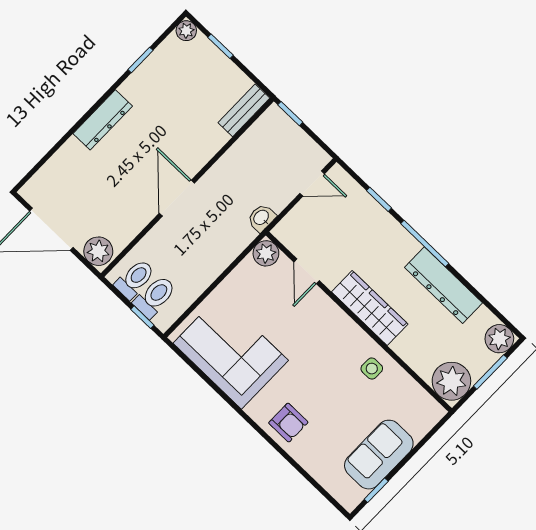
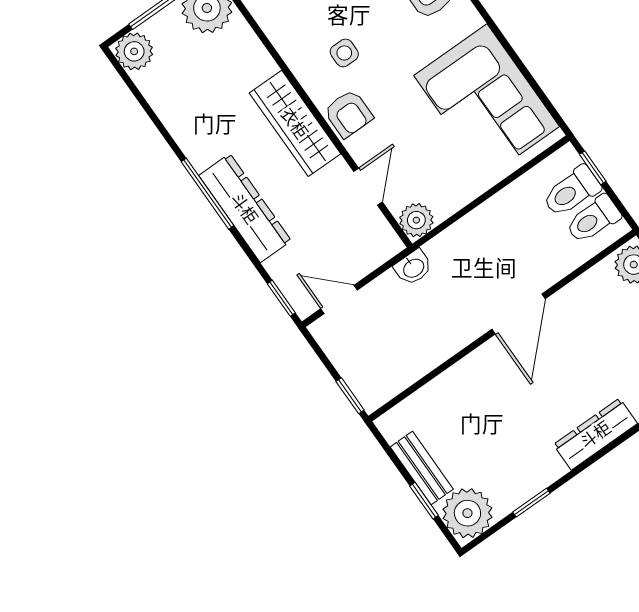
plant: (186, 31) -> (467, 513), width x1.87, depth x1.87
bench: (244, 110) -> (422, 468), moved, turned 90
window: (379, 199) -> (281, 298), moved
dresser: (443, 285) -> (245, 208), moved
armchair: (331, 323) -> (348, 114), added
side table: (372, 369) -> (344, 53), moved

